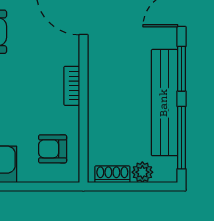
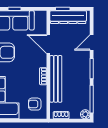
bench: (164, 103) -> (56, 79), moved
plant: (142, 172) -> (85, 114), moved

